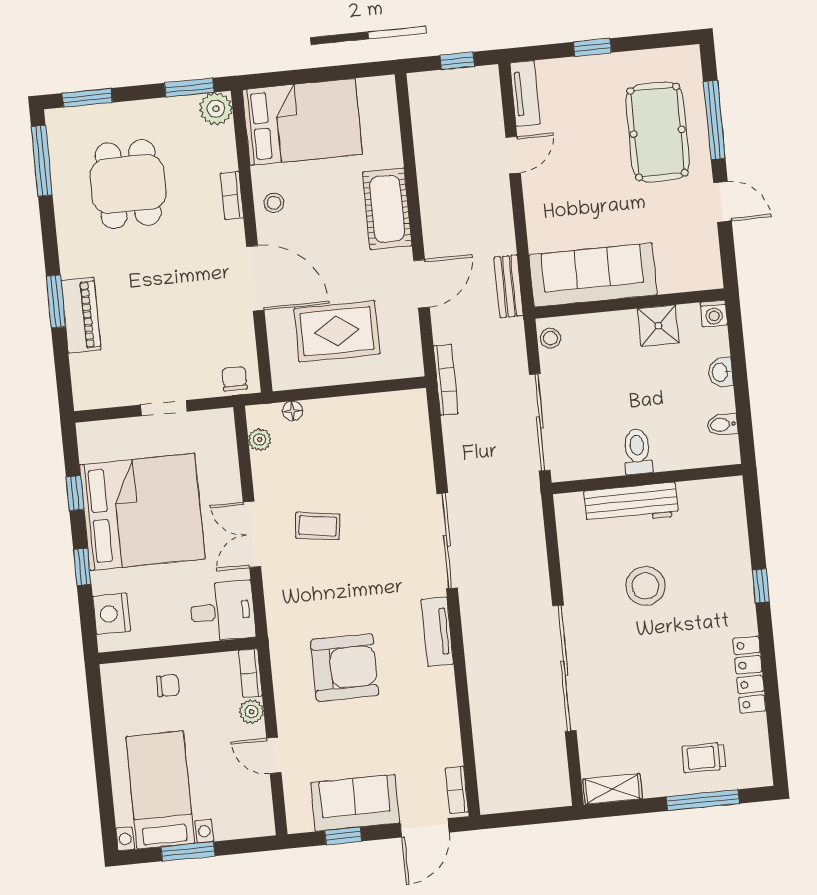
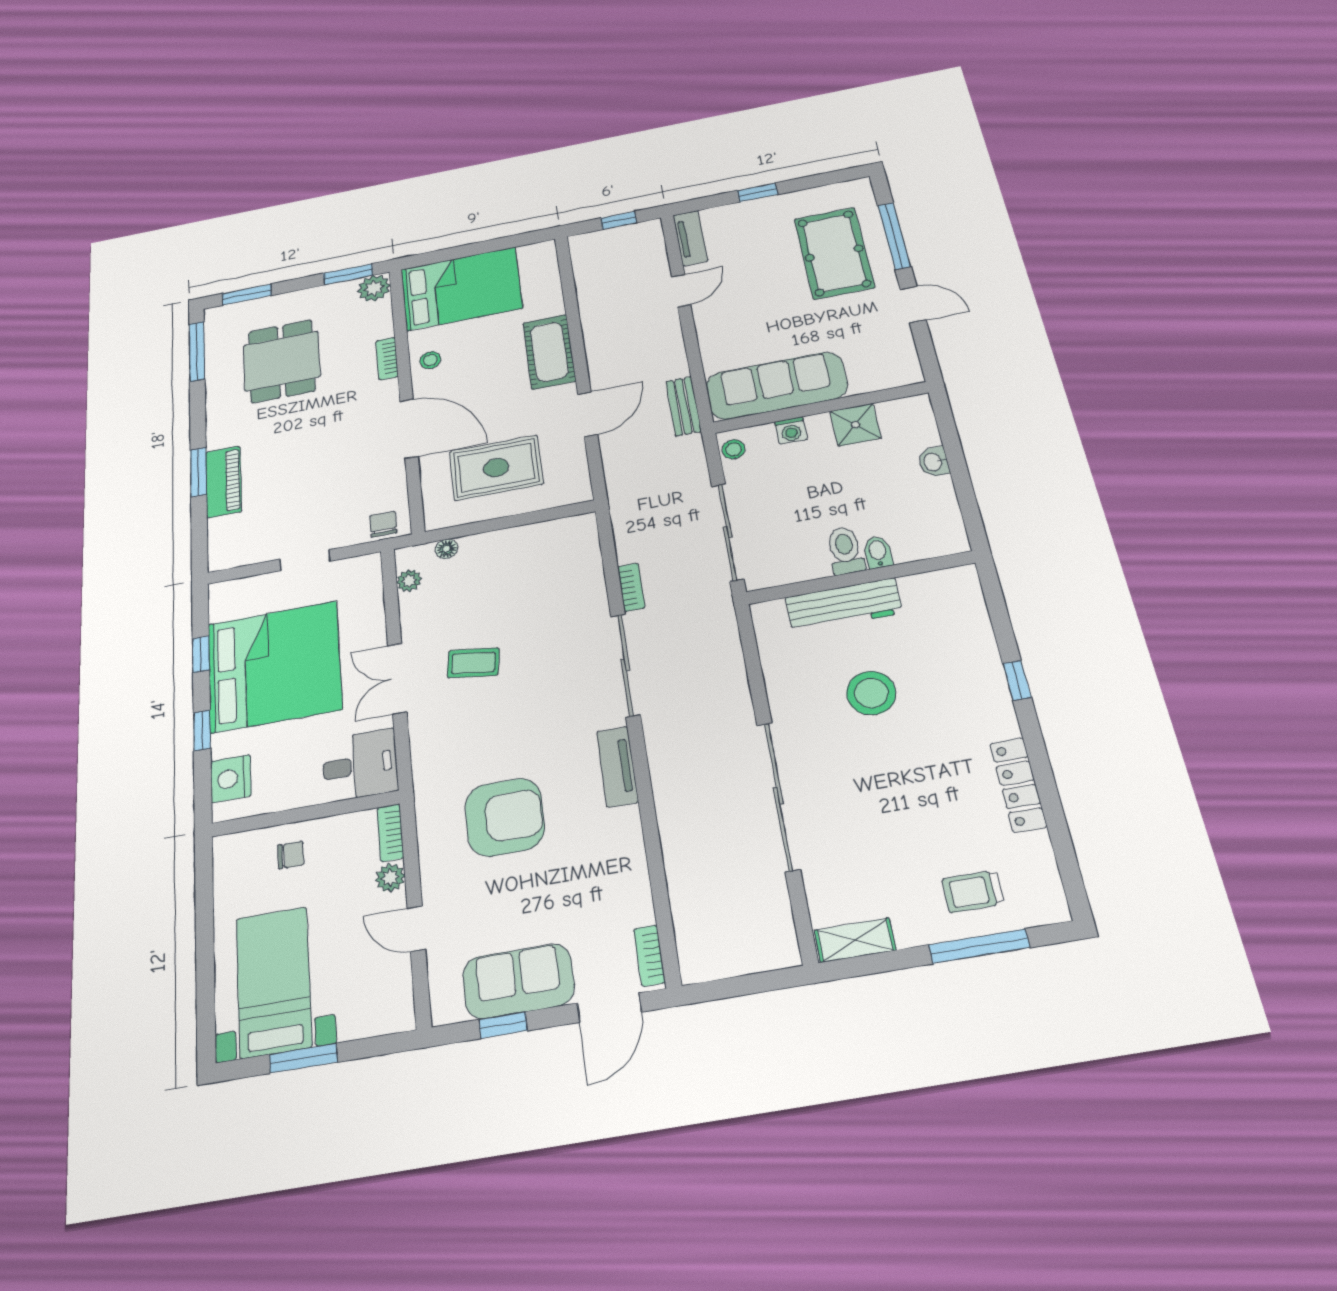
washing machine: (714, 313) -> (791, 430), moved
bookcase: (446, 380) -> (631, 587), moved, width x0.64
bidet: (722, 425) -> (878, 552), moved, turned 90

